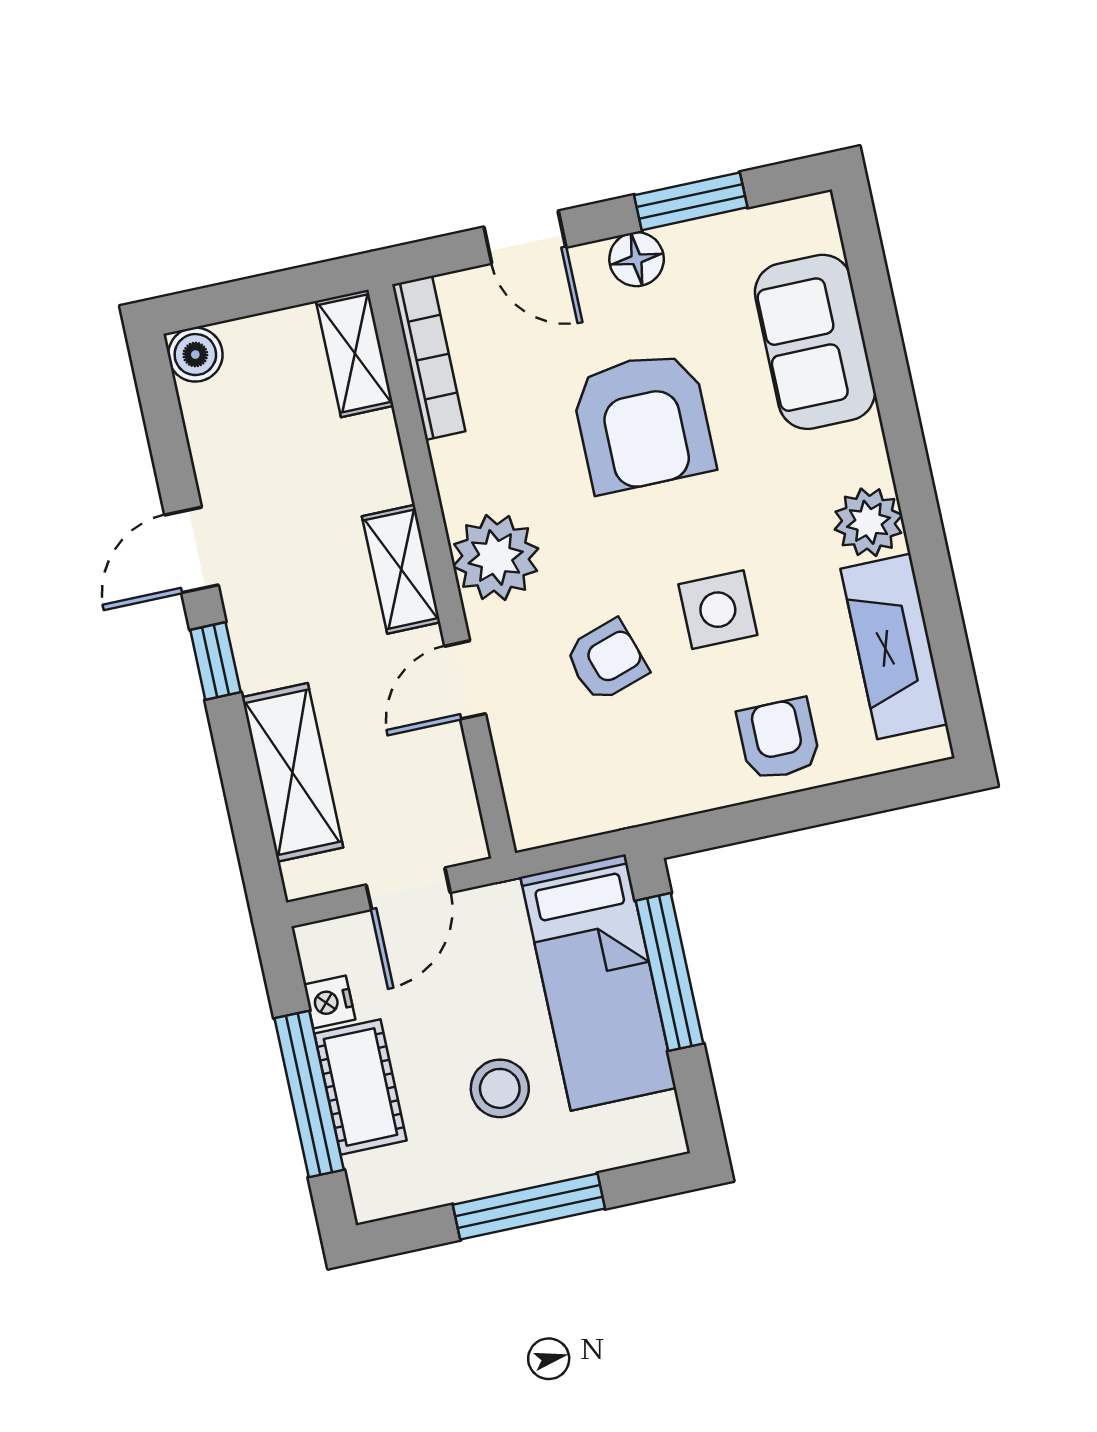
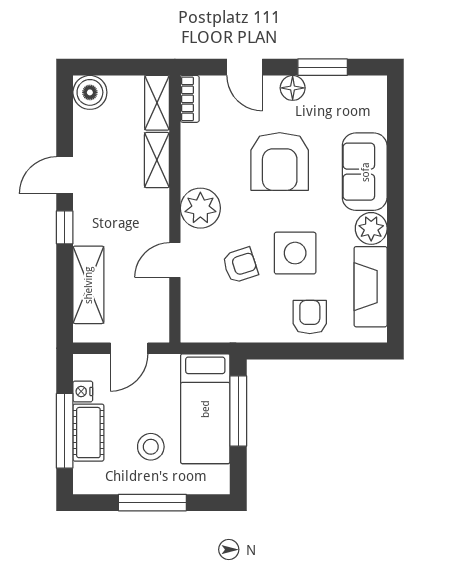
sofa: (815, 342) -> (365, 172), moved
boiler: (195, 355) -> (90, 92), width x1.36, depth x1.36
bookcase: (429, 358) -> (190, 99), width x0.64
shelving: (401, 569) -> (157, 160), moved
side table: (718, 610) -> (295, 253), width x1.37, depth x1.37

